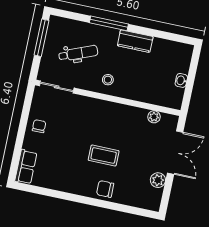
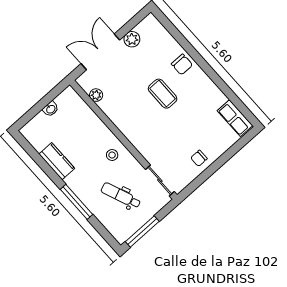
kitchen counter: (135, 41) -> (57, 161), moved
row of seats: (26, 167) -> (235, 118), moved, turned -90

